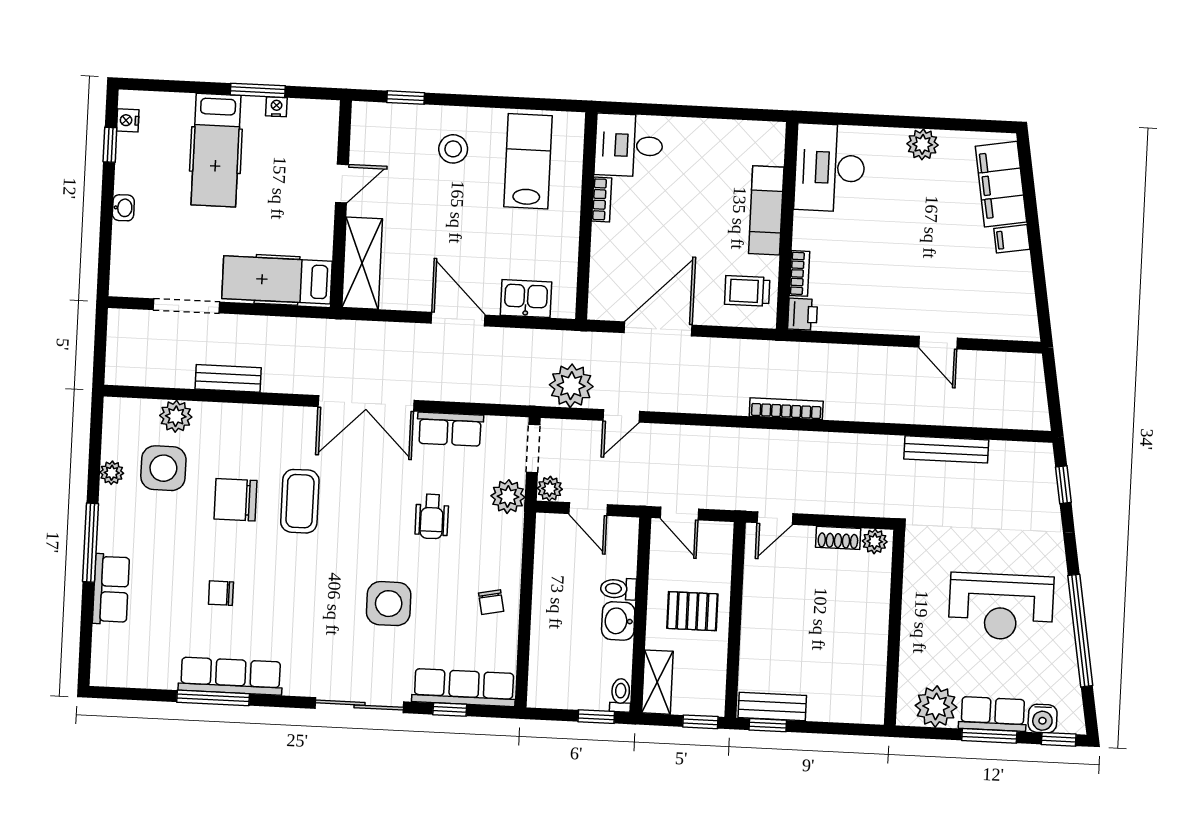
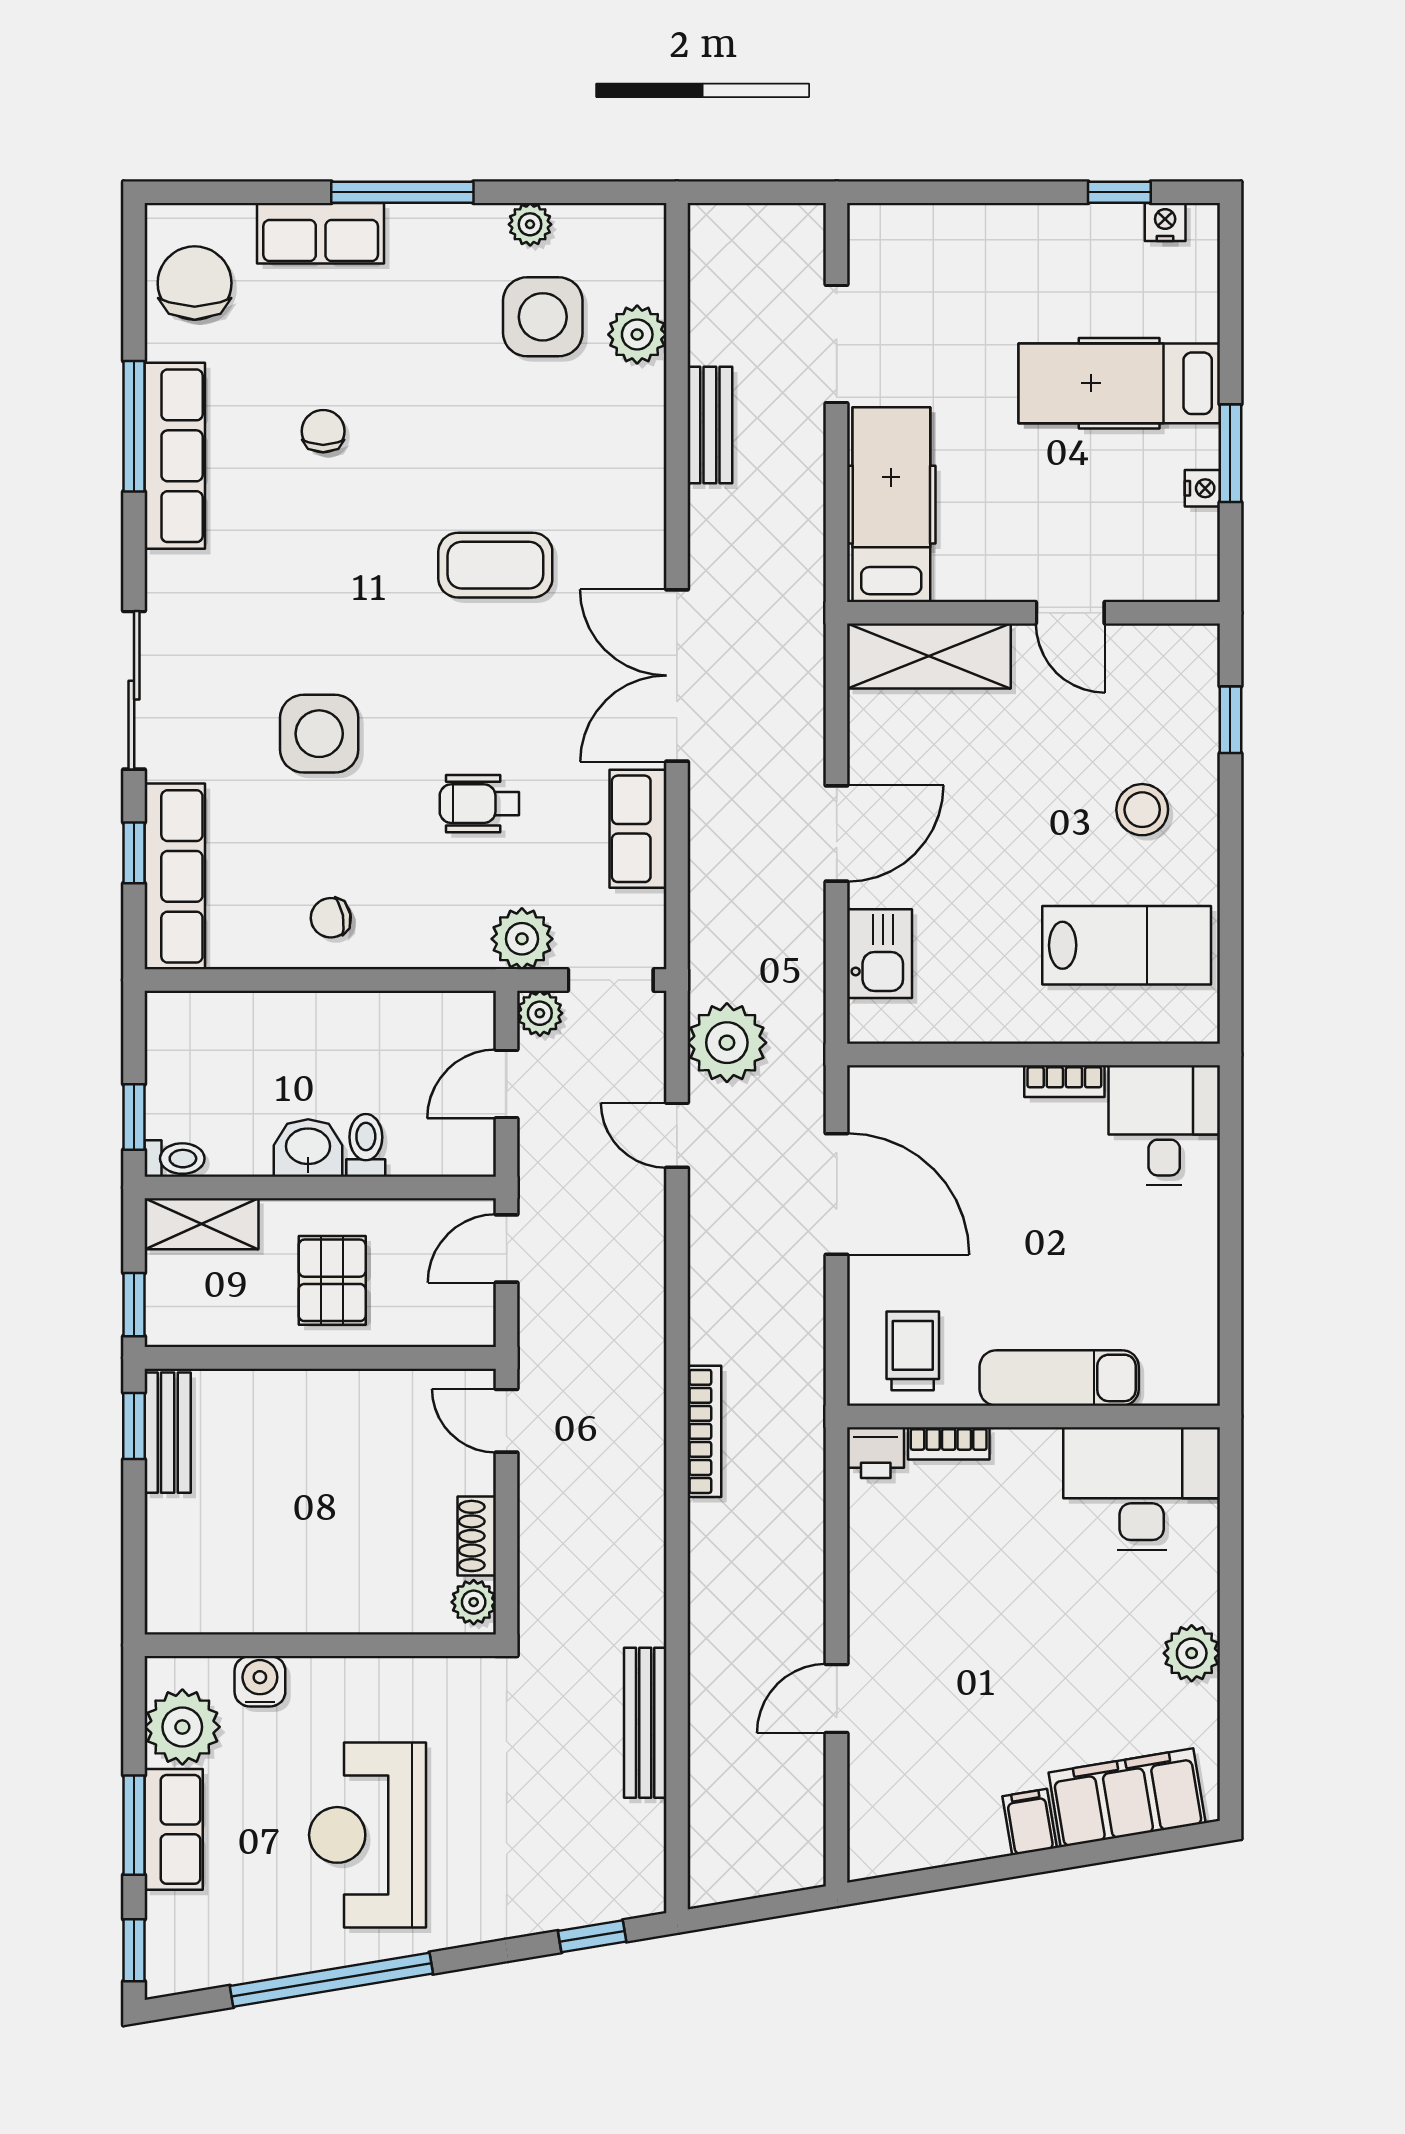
washbasin: (123, 208) -> (1007, 222), removed
chair: (236, 500) -> (195, 283), moved
water cooler: (1043, 718) -> (260, 1681), moved, turned 90

